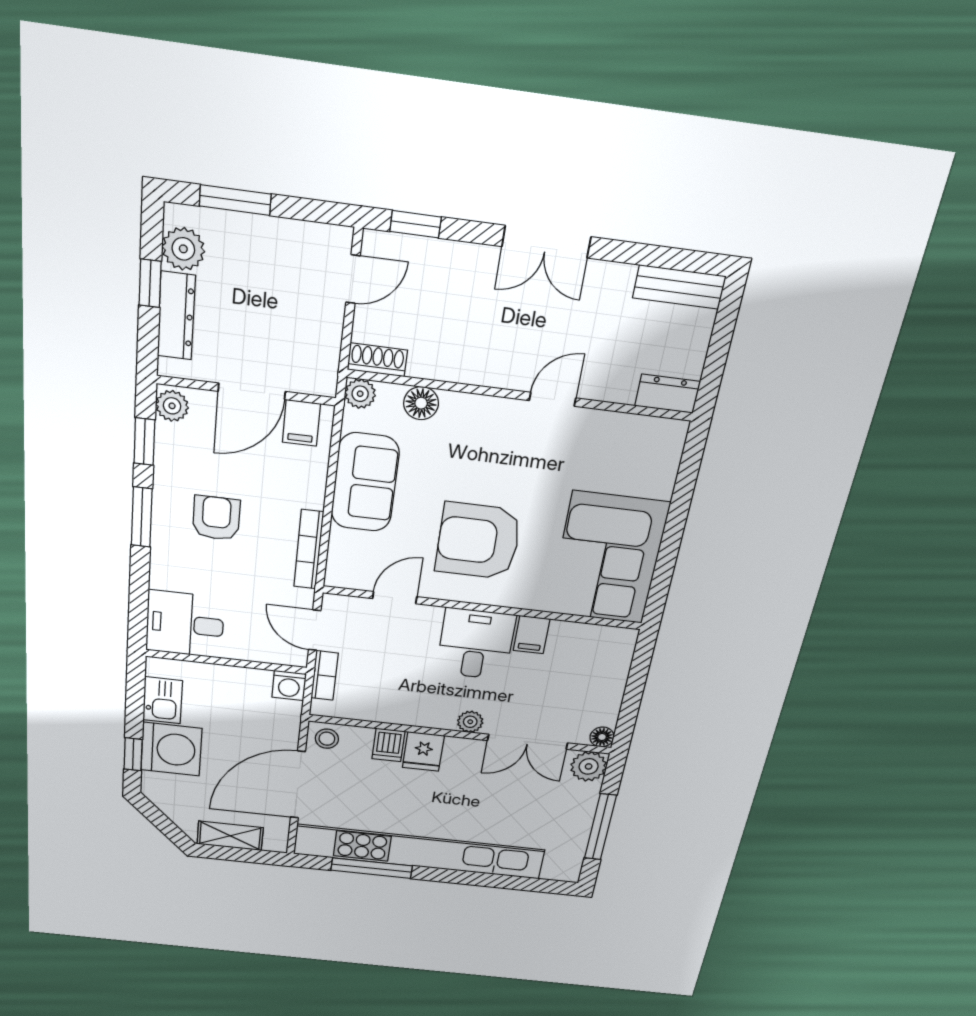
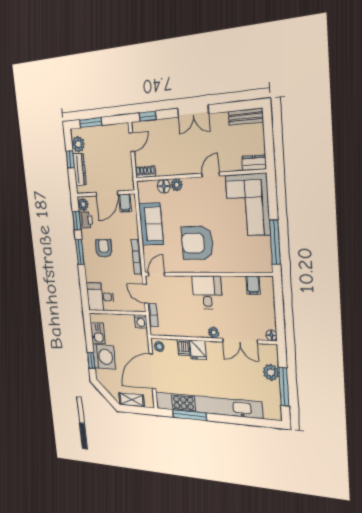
plant: (360, 394) -> (177, 185), moved
printer: (174, 445) -> (86, 220), added
corner sofa: (608, 558) -> (248, 205), moved
window: (665, 565) -> (275, 242), added
door: (395, 598) -> (156, 274), moved
filing cabinet: (532, 635) -> (253, 285), moved
plant: (589, 766) -> (271, 372), moved

